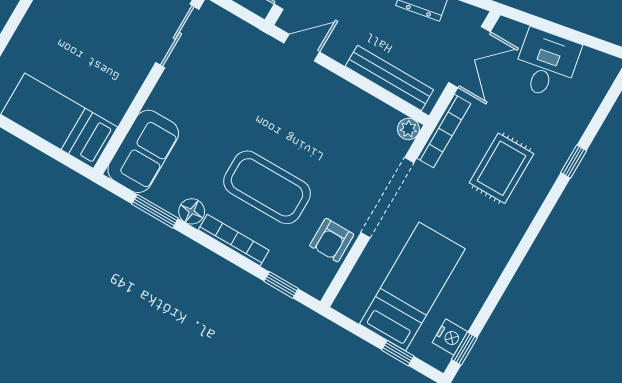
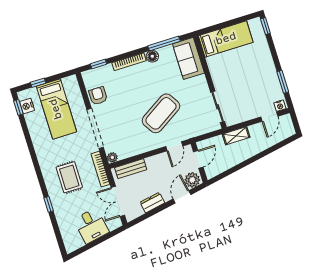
bench: (389, 78) -> (131, 169), width x0.73
coffee table: (267, 187) -> (161, 113), moved, turned -32
window: (155, 211) -> (164, 44), width x1.44

